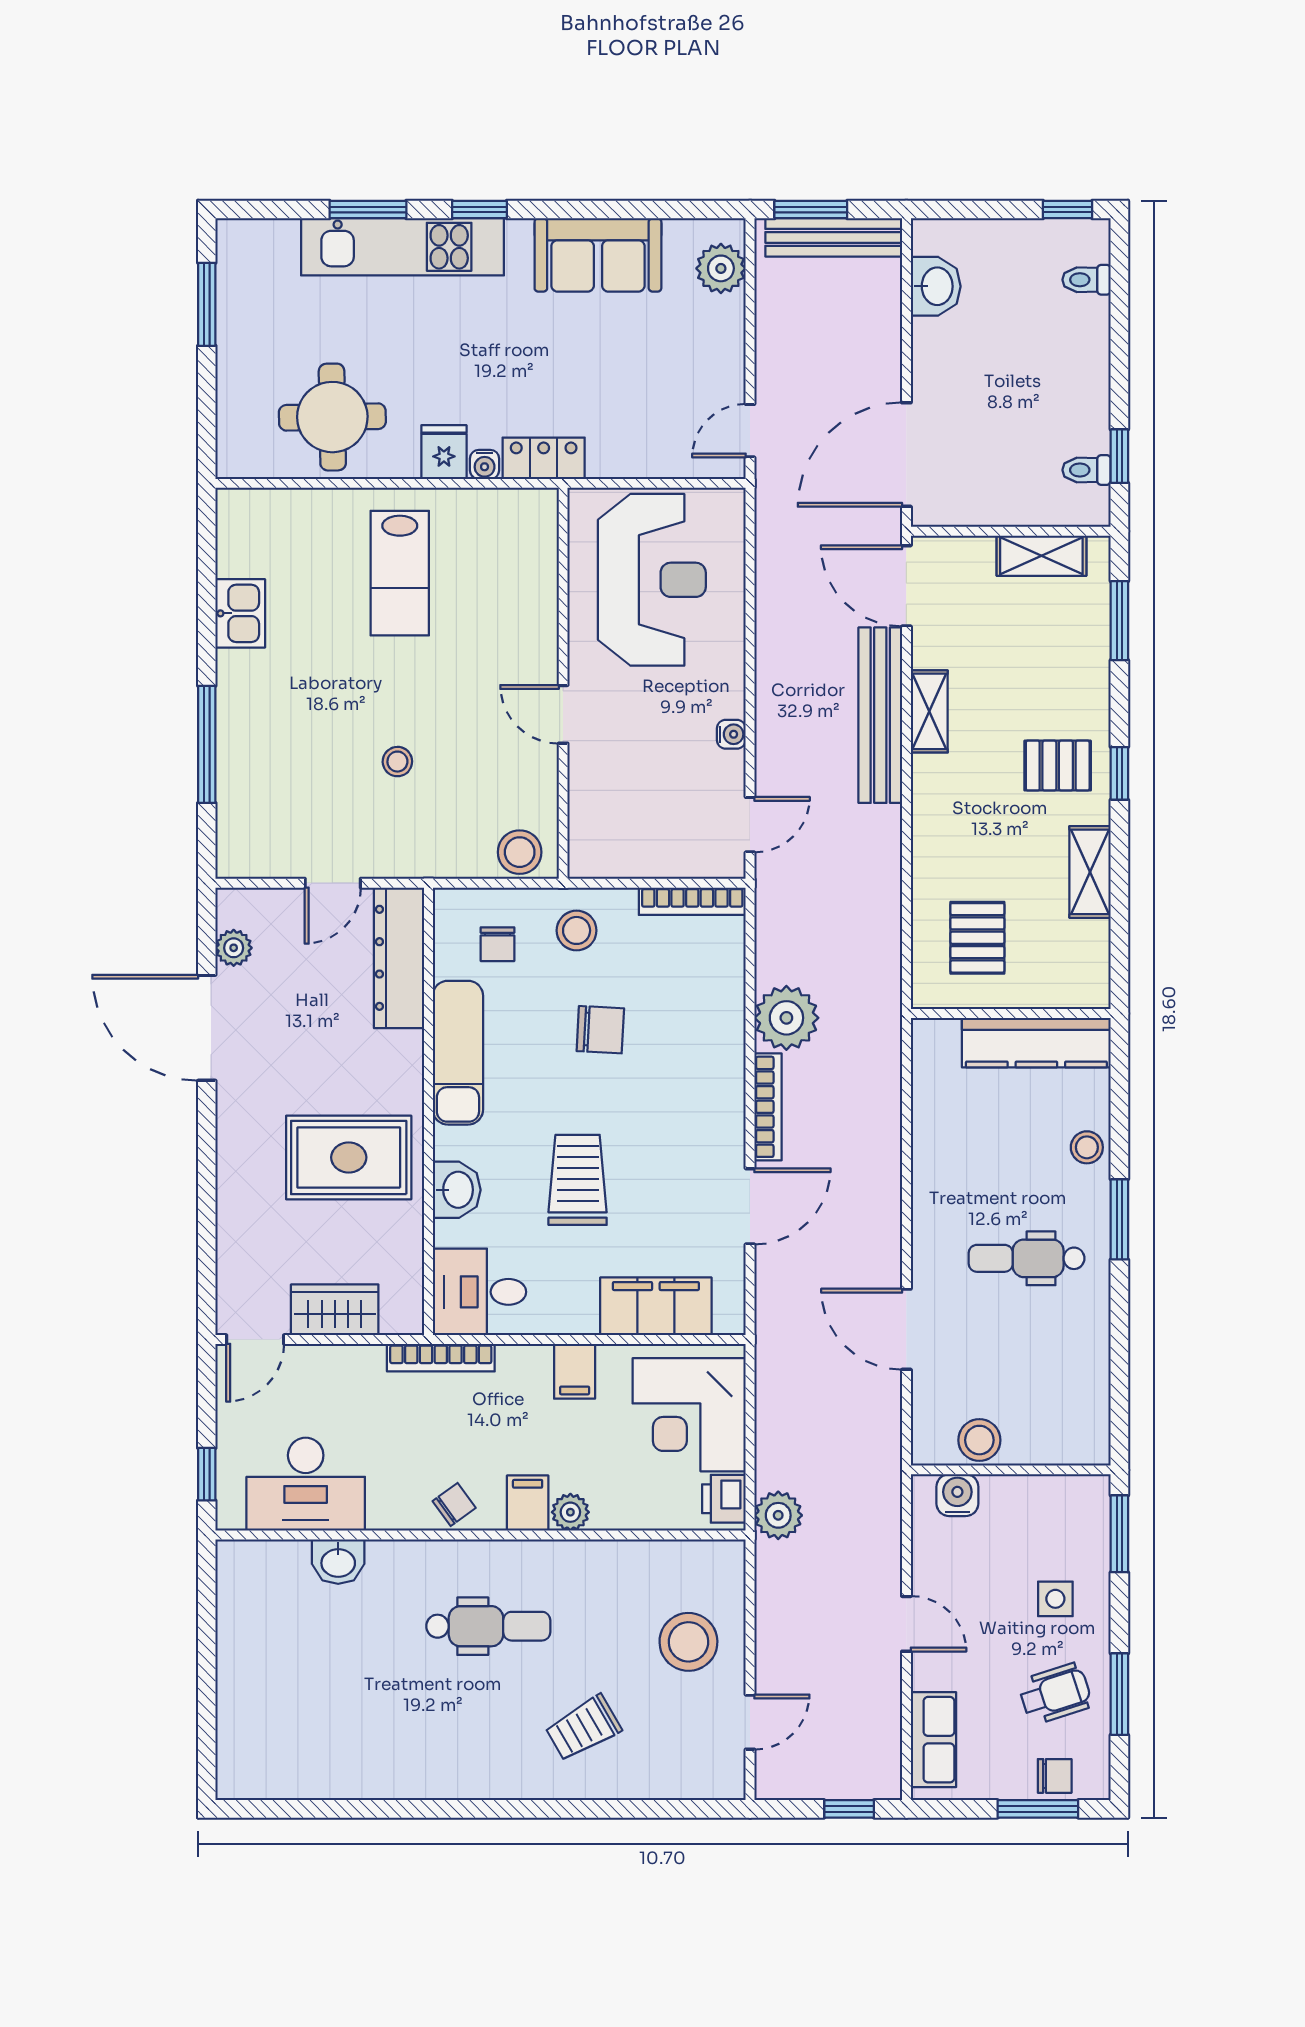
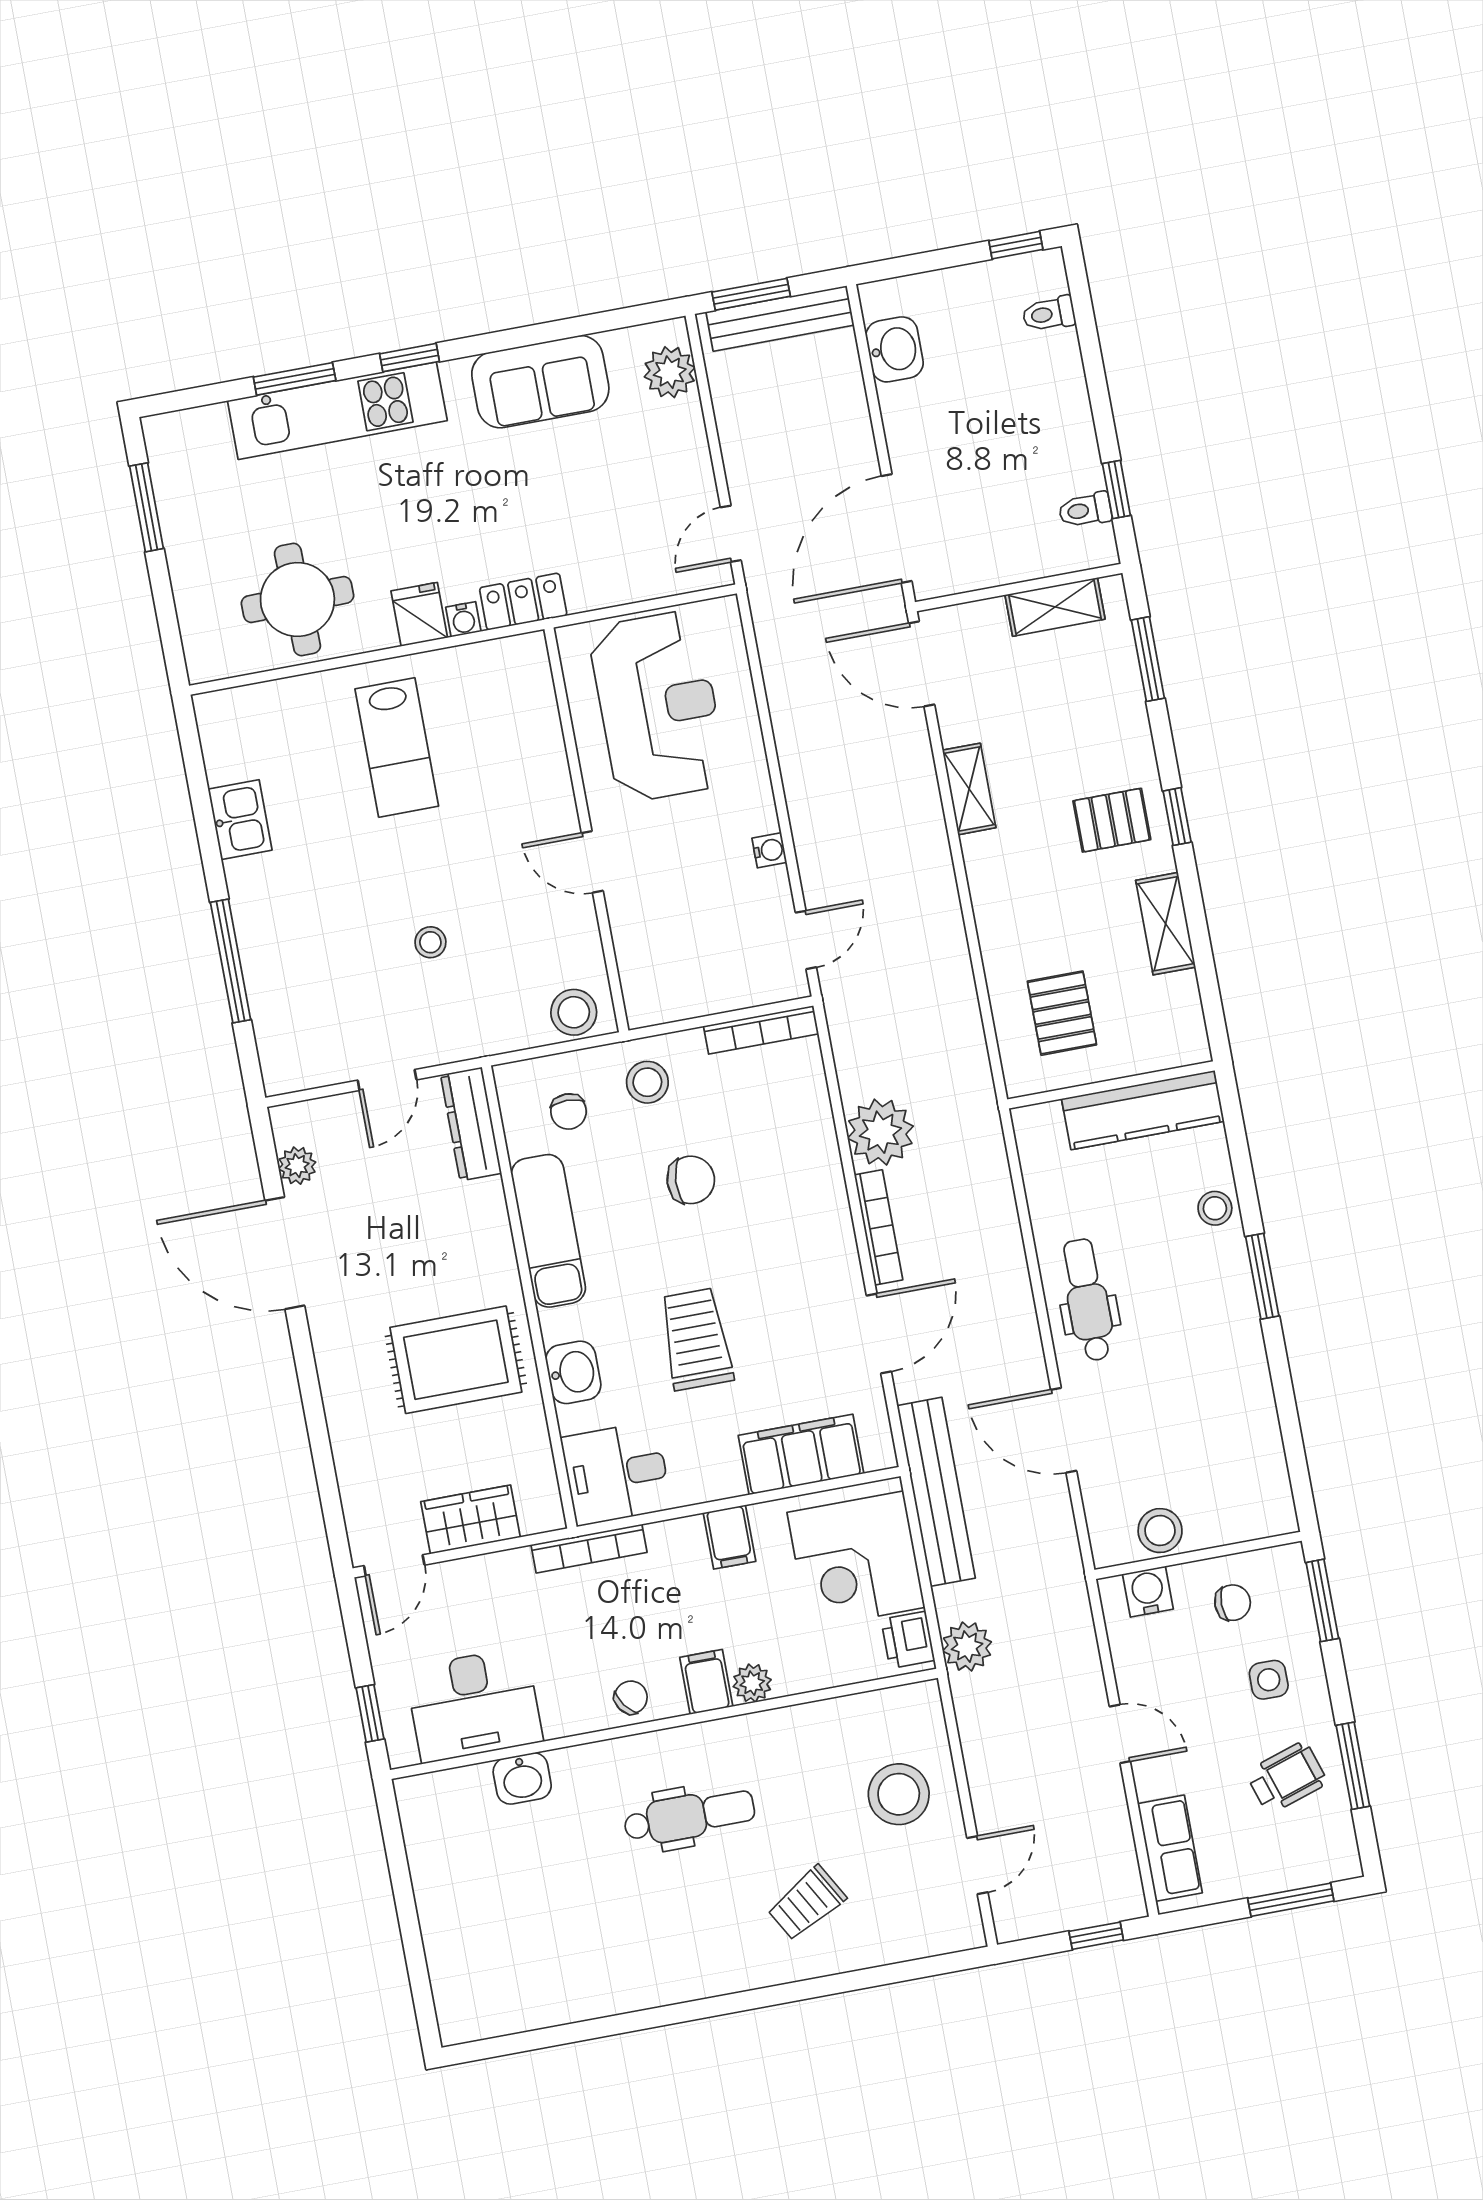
bench: (880, 715) -> (936, 1492), moved
dresser: (399, 958) -> (471, 1124), width x0.73, depth x0.80
dental chair: (1027, 1258) -> (1088, 1300), moved, turned 90
chair: (1055, 1776) -> (1233, 1603), moved

